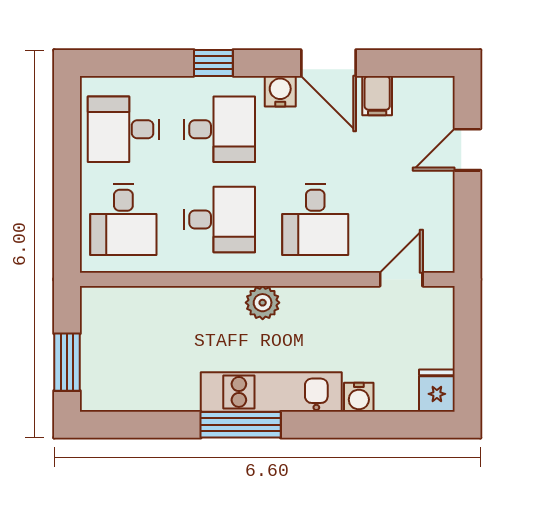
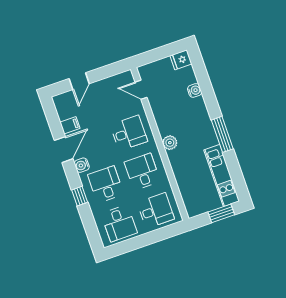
door: (468, 150) -> (79, 81), hinge flipped
kitchen unit: (271, 392) -> (222, 176), moved

